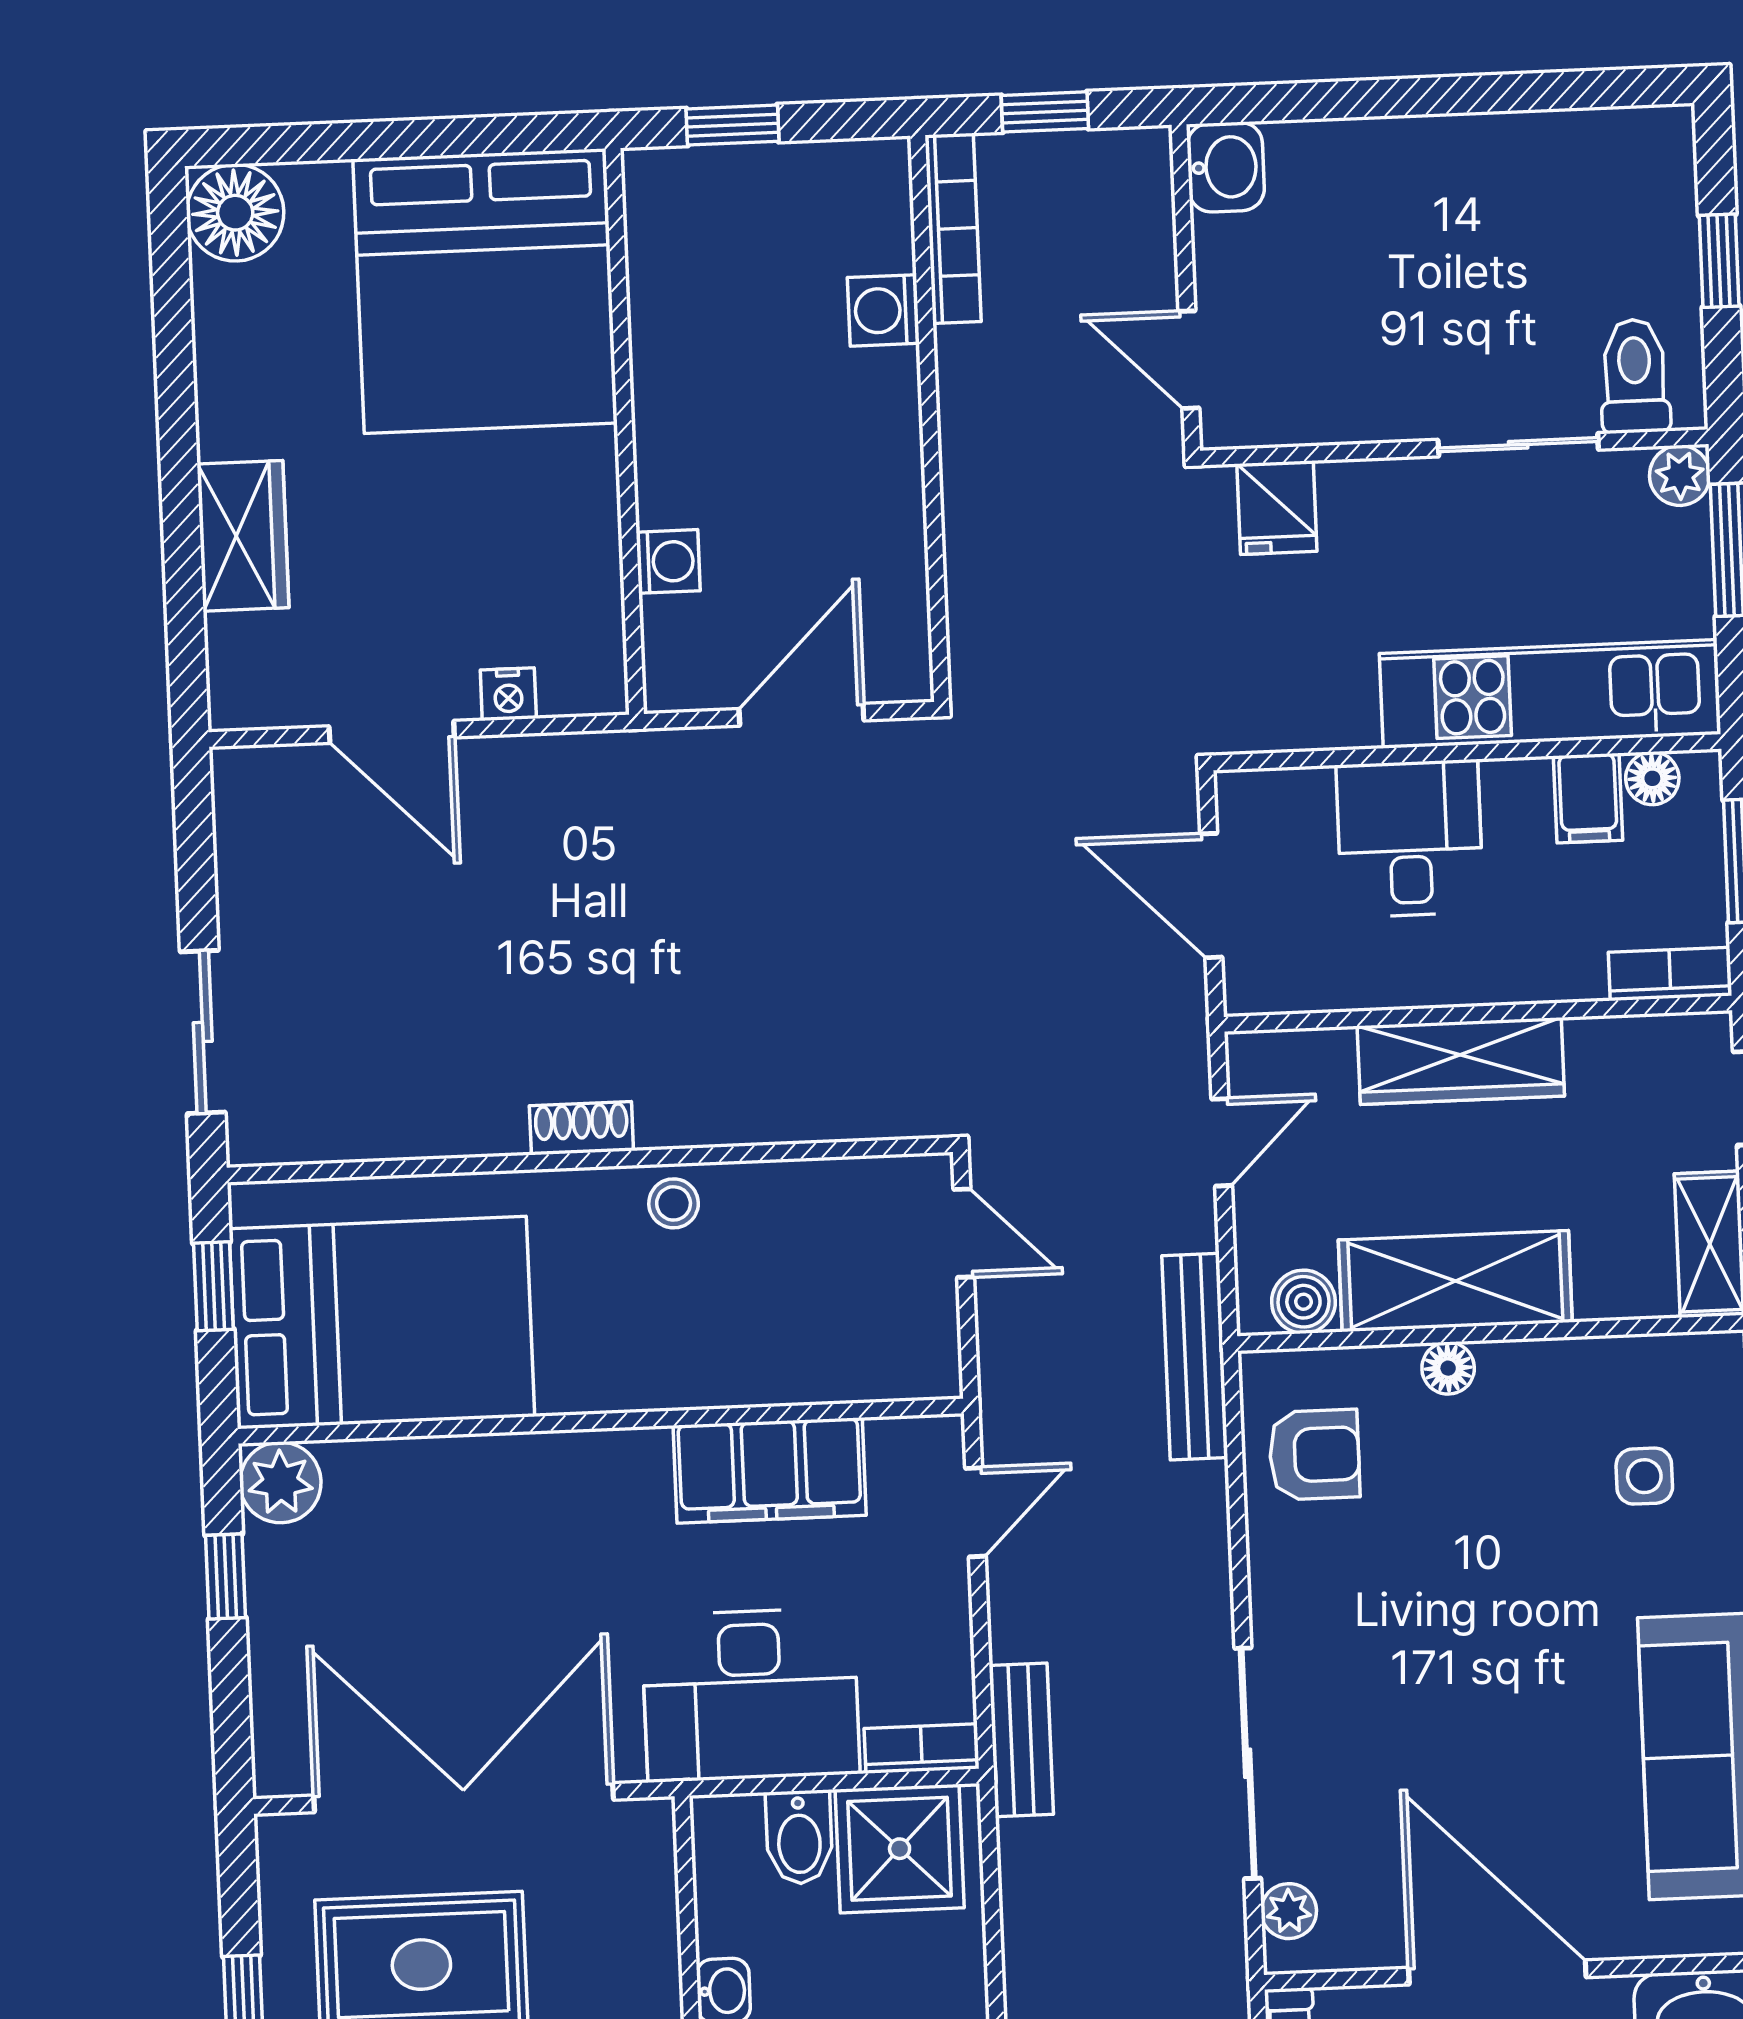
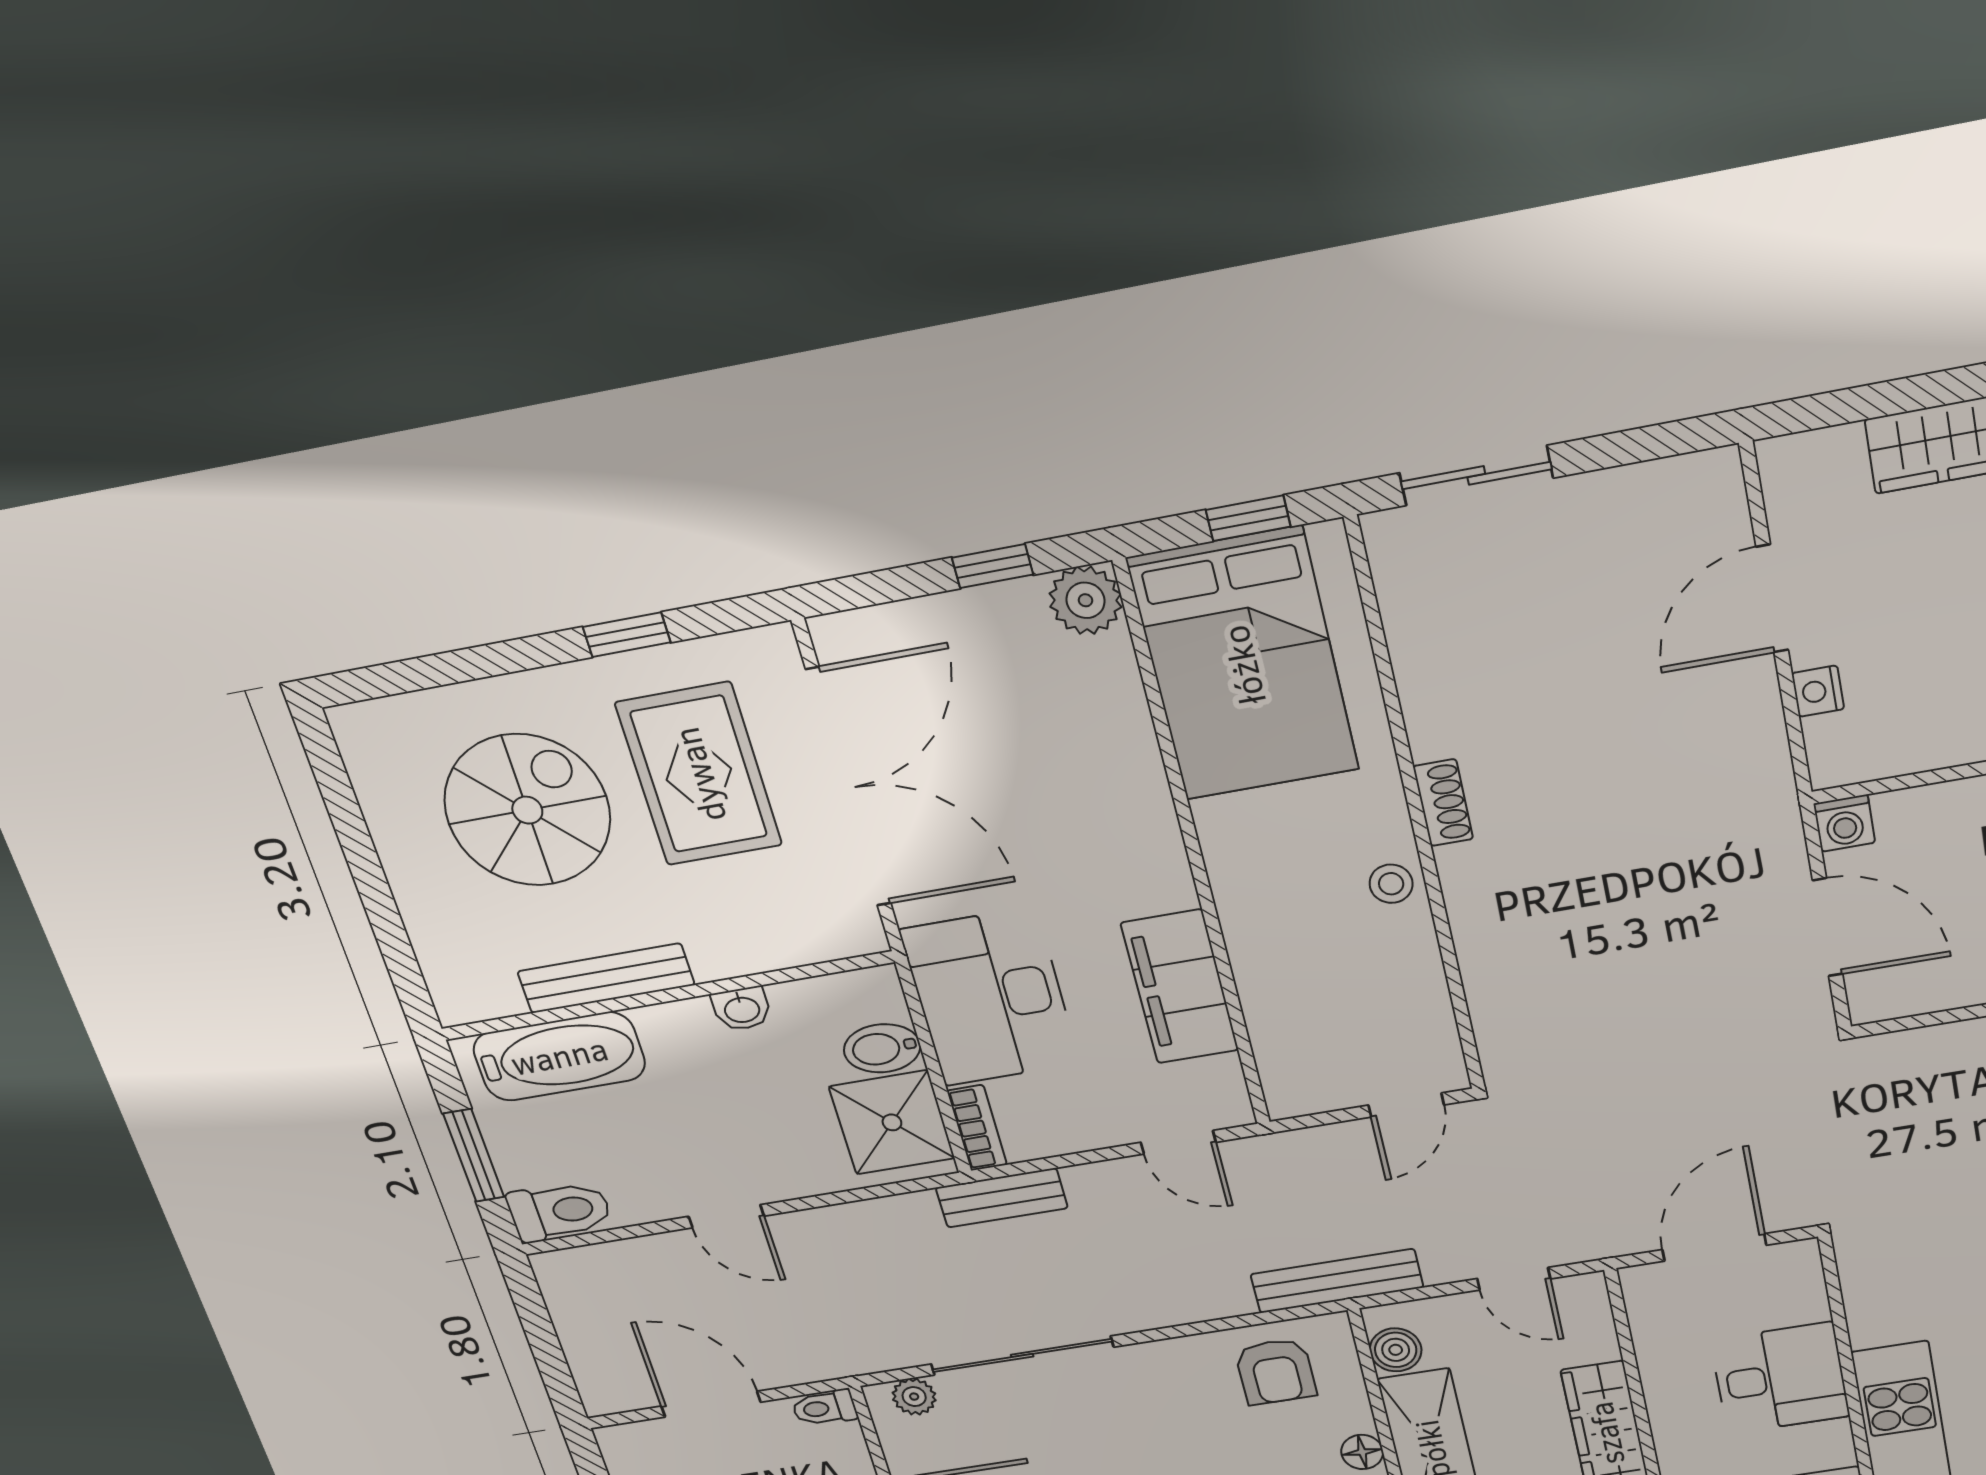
washing machine: (668, 561) -> (1844, 823), moved

